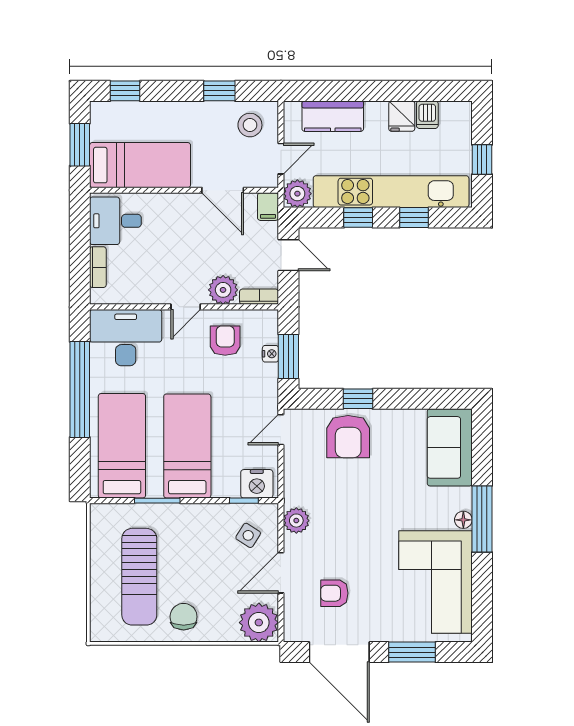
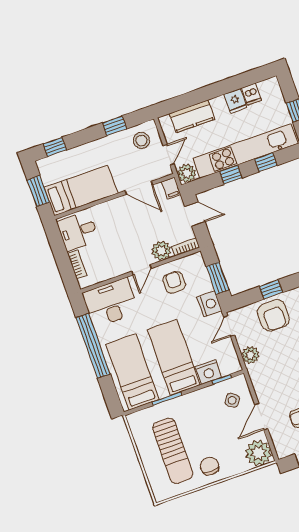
nightstand: (270, 354) -> (209, 304), moved, width x1.89, depth x1.79
nightstand: (257, 484) -> (208, 372), moved
plant: (296, 521) -> (250, 355), moved

